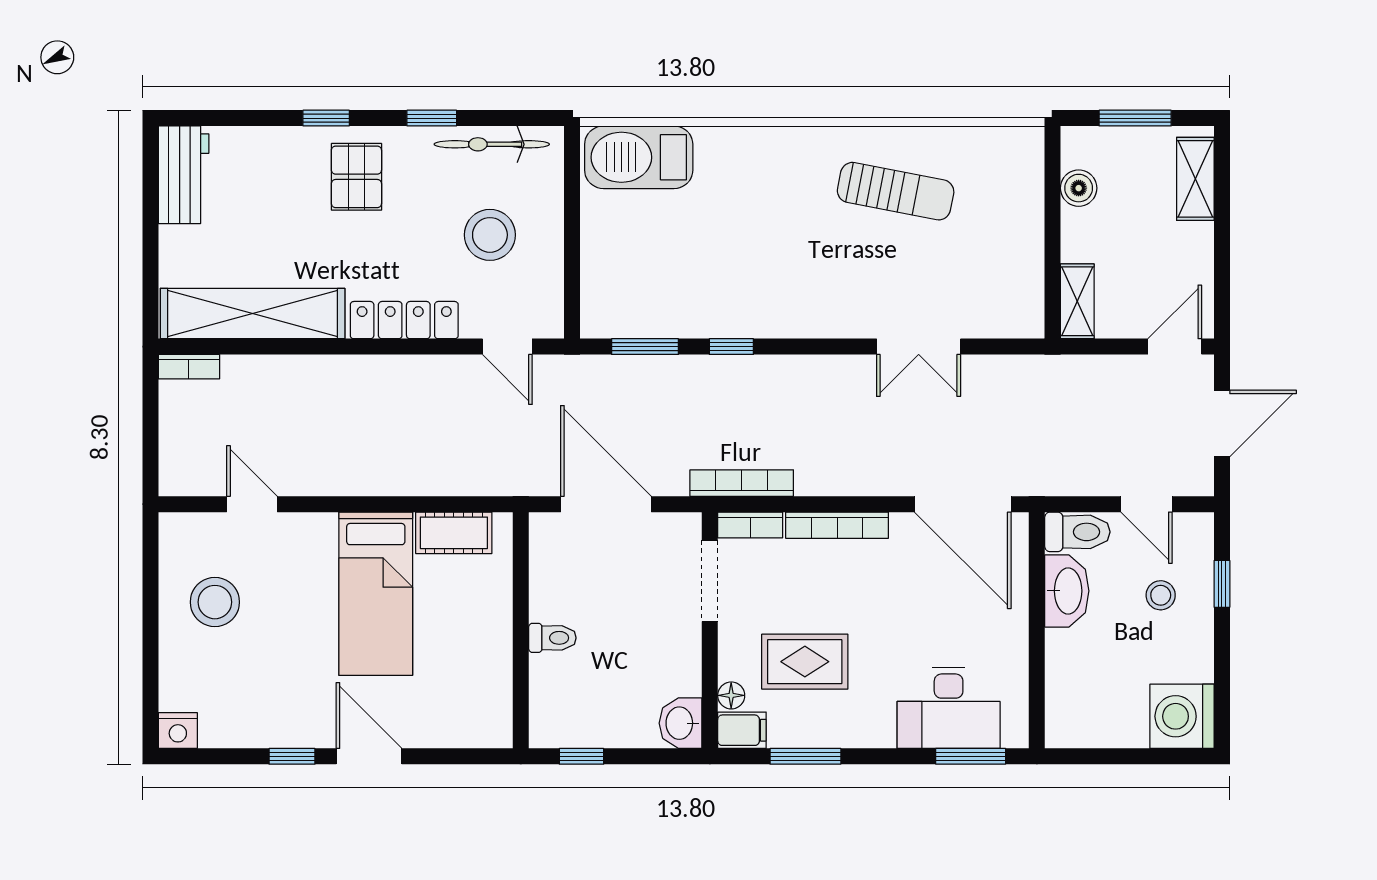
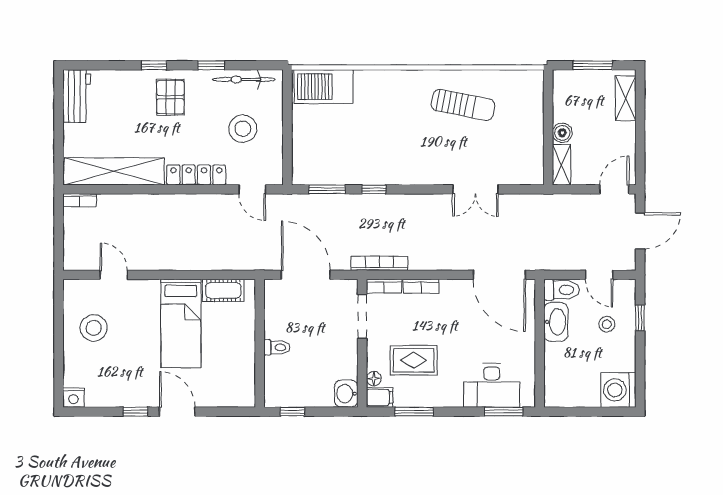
boiler: (1079, 188) -> (562, 133), moved
bookcase: (837, 525) -> (421, 286), width x0.64

